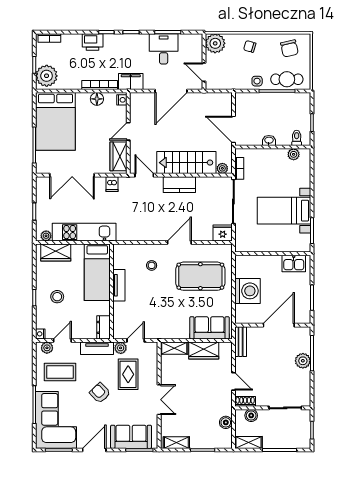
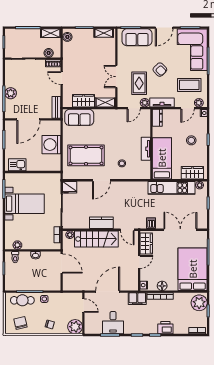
double door: (159, 400) -> (116, 77), moved
boiler: (226, 422) -> (67, 37), moved

